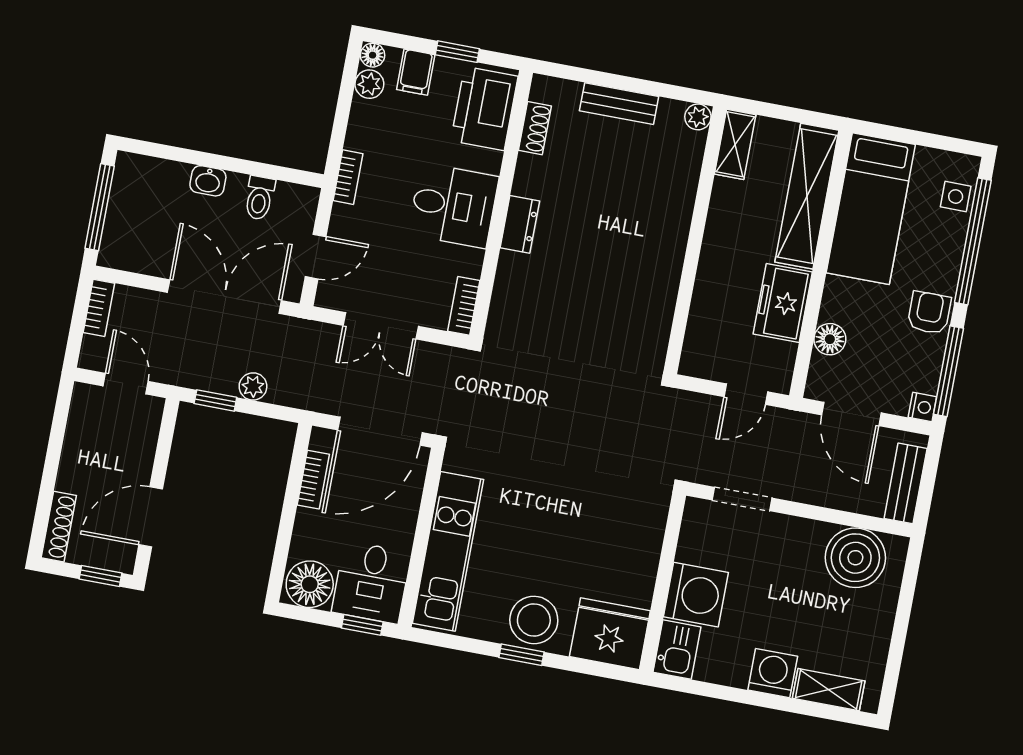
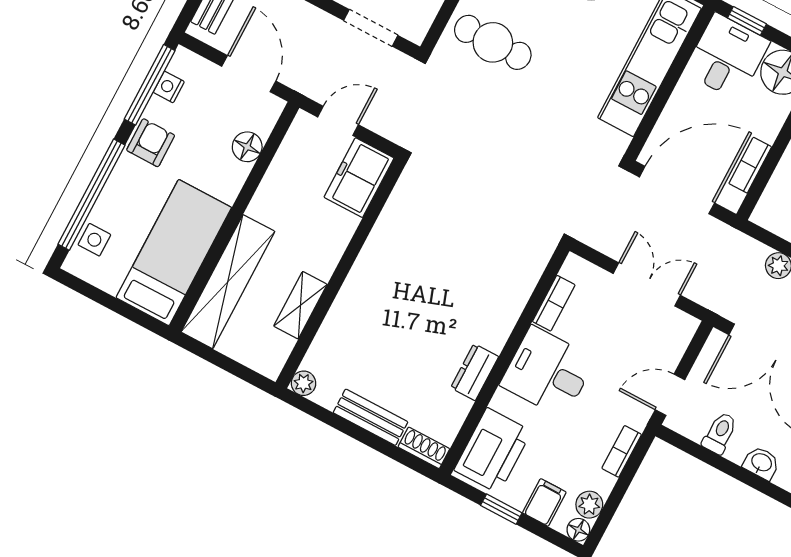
shoe rack: (535, 128) -> (424, 448), moved, turned 90
shelving: (735, 144) -> (300, 305), moved
bookcase: (348, 177) -> (622, 451), moved
dresser: (520, 224) -> (475, 372), moved
door: (316, 257) -> (670, 395), moved
freezer: (783, 303) -> (359, 178), moved, turned 180
bookcase: (464, 306) -> (554, 303), moved
armchair: (929, 313) -> (151, 143), turned 180
nightstand: (922, 407) -> (169, 87), moved
cafe table: (613, 523) -> (493, 42), added

